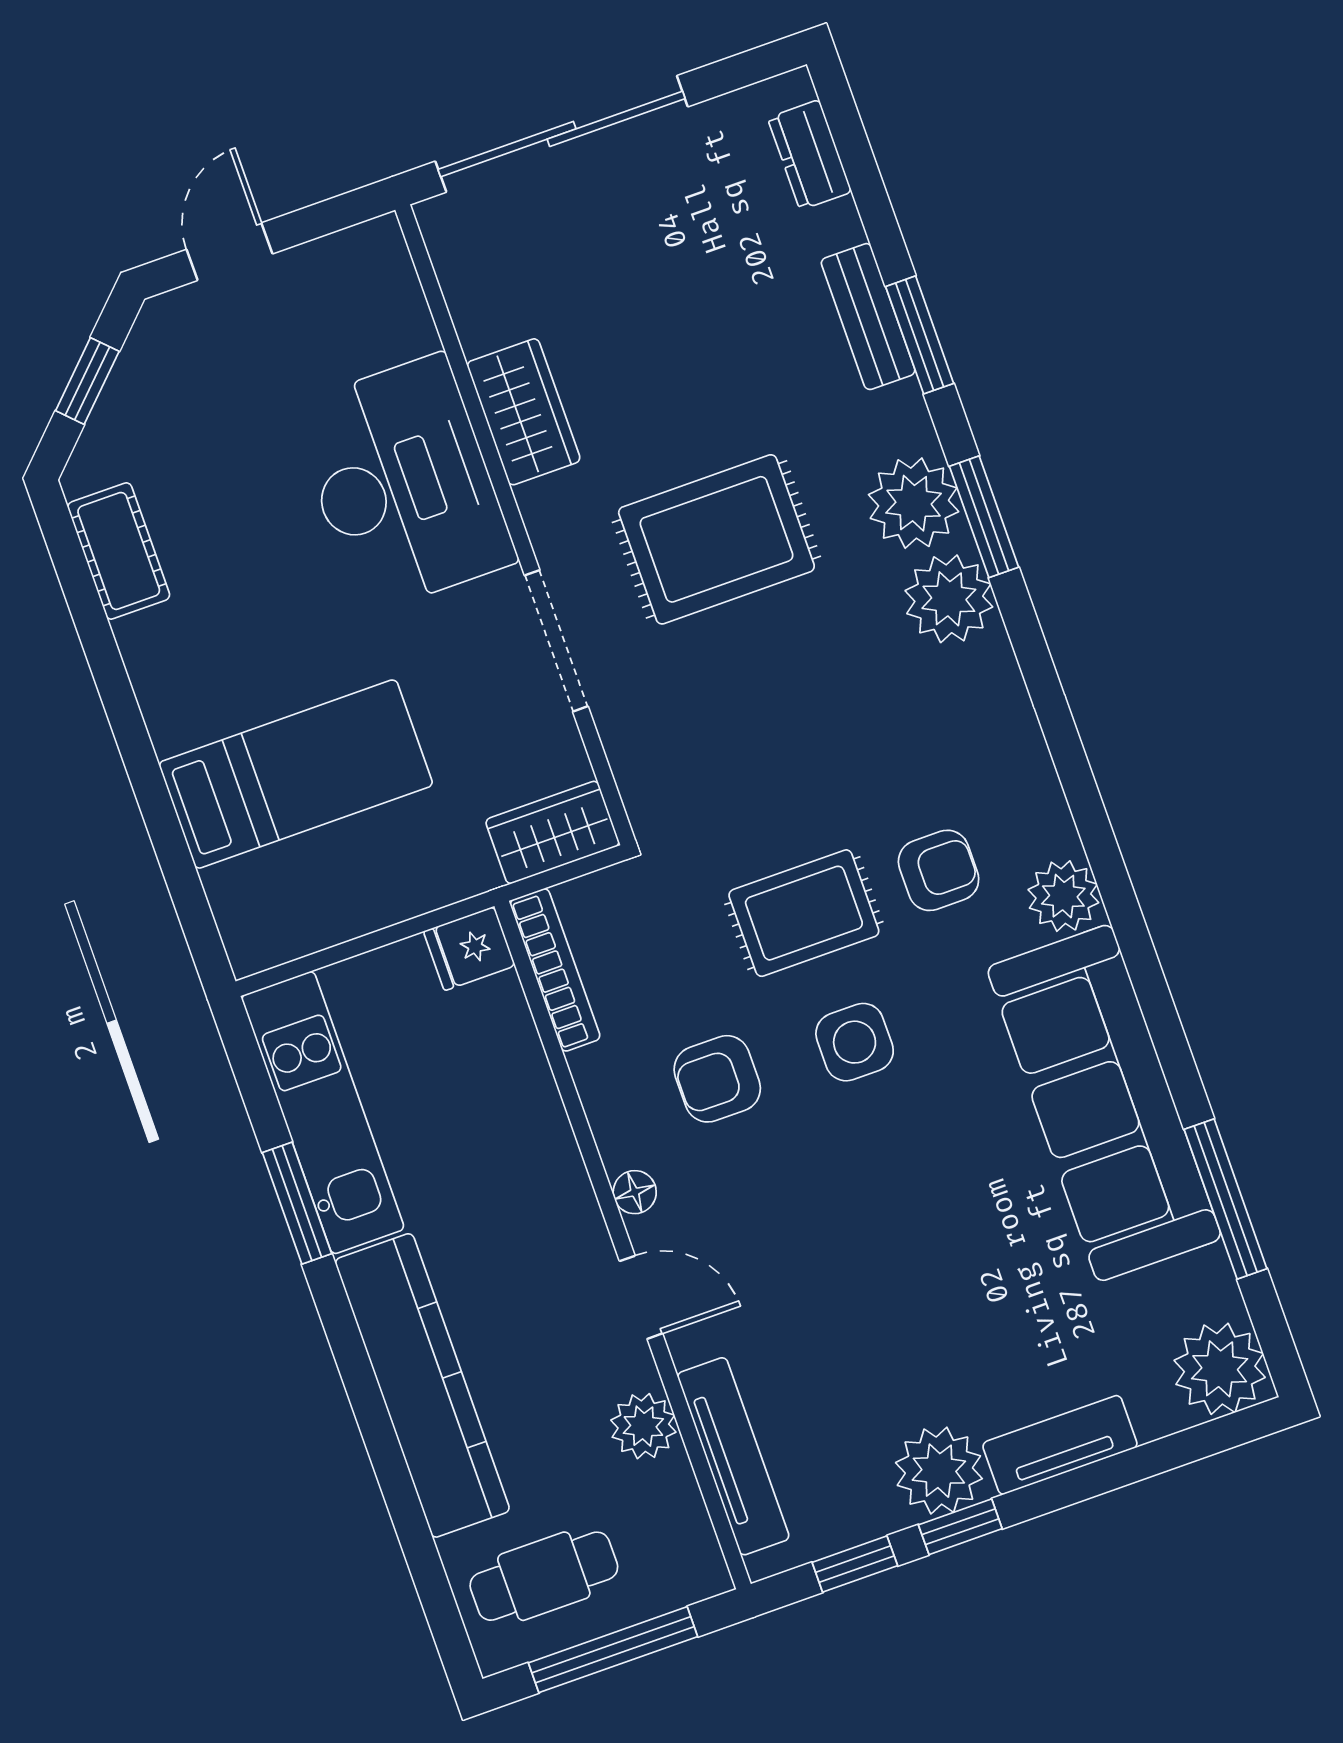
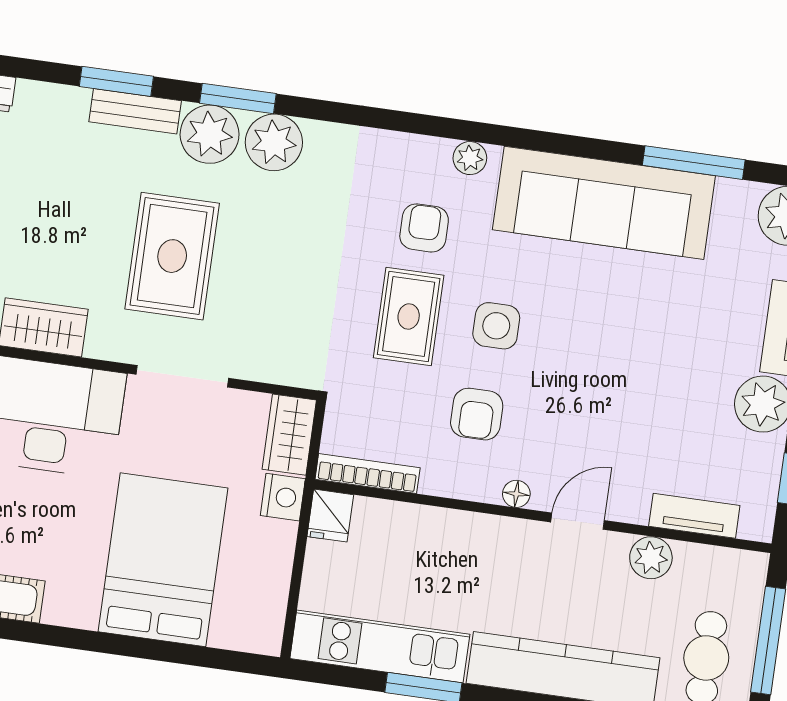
bench: (868, 317) -> (135, 111), moved
bed: (296, 774) -> (163, 560), width x1.50
nightstand: (461, 869) -> (283, 497), added
plant: (1063, 896) -> (470, 158), width x0.73, depth x0.73
tv unit: (733, 1456) -> (694, 516), width x0.71

